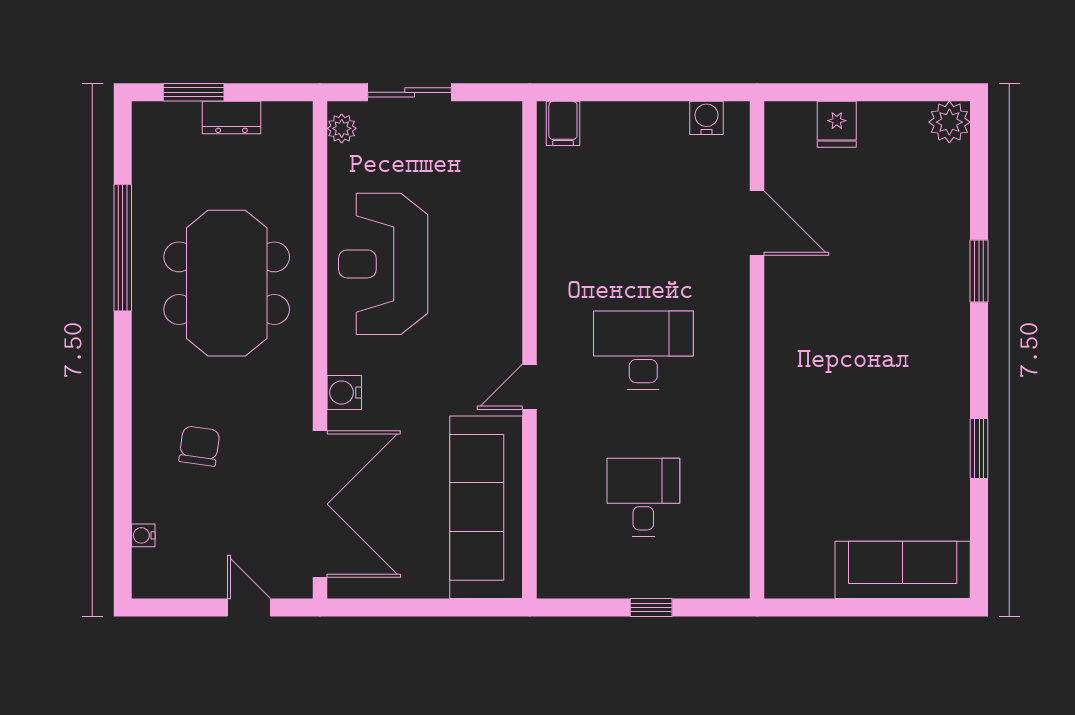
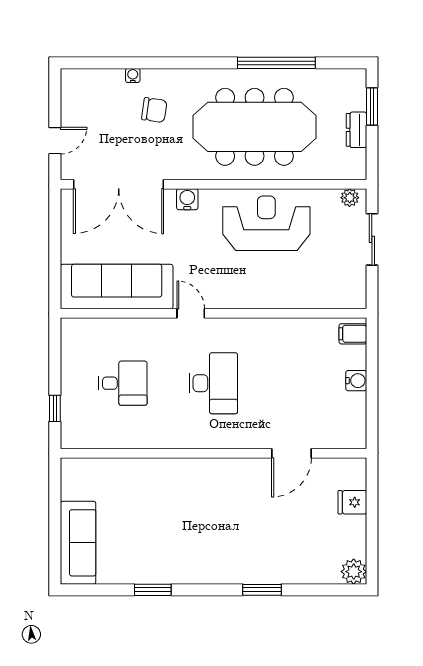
water cooler: (707, 118) -> (356, 381), moved
meeting table: (227, 283) -> (255, 127), width x1.36
water cooler: (143, 535) -> (133, 75), moved
window: (651, 608) -> (55, 408), moved

